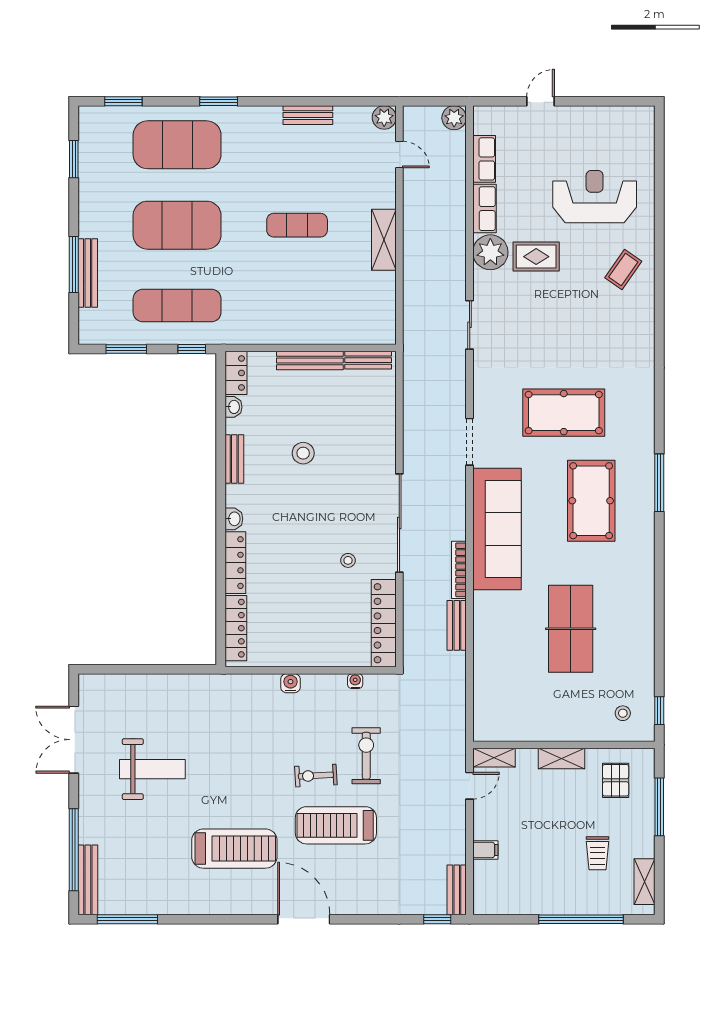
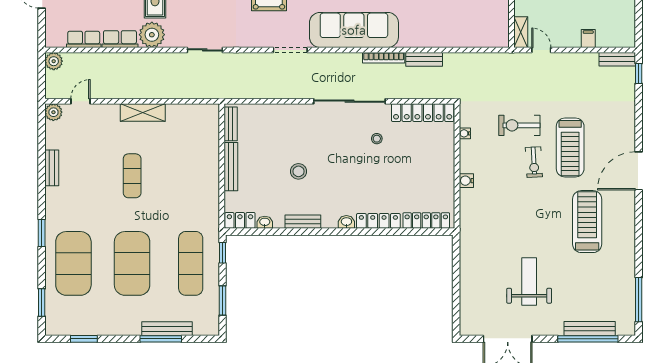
bench: (88, 880) -> (590, 329), moved

